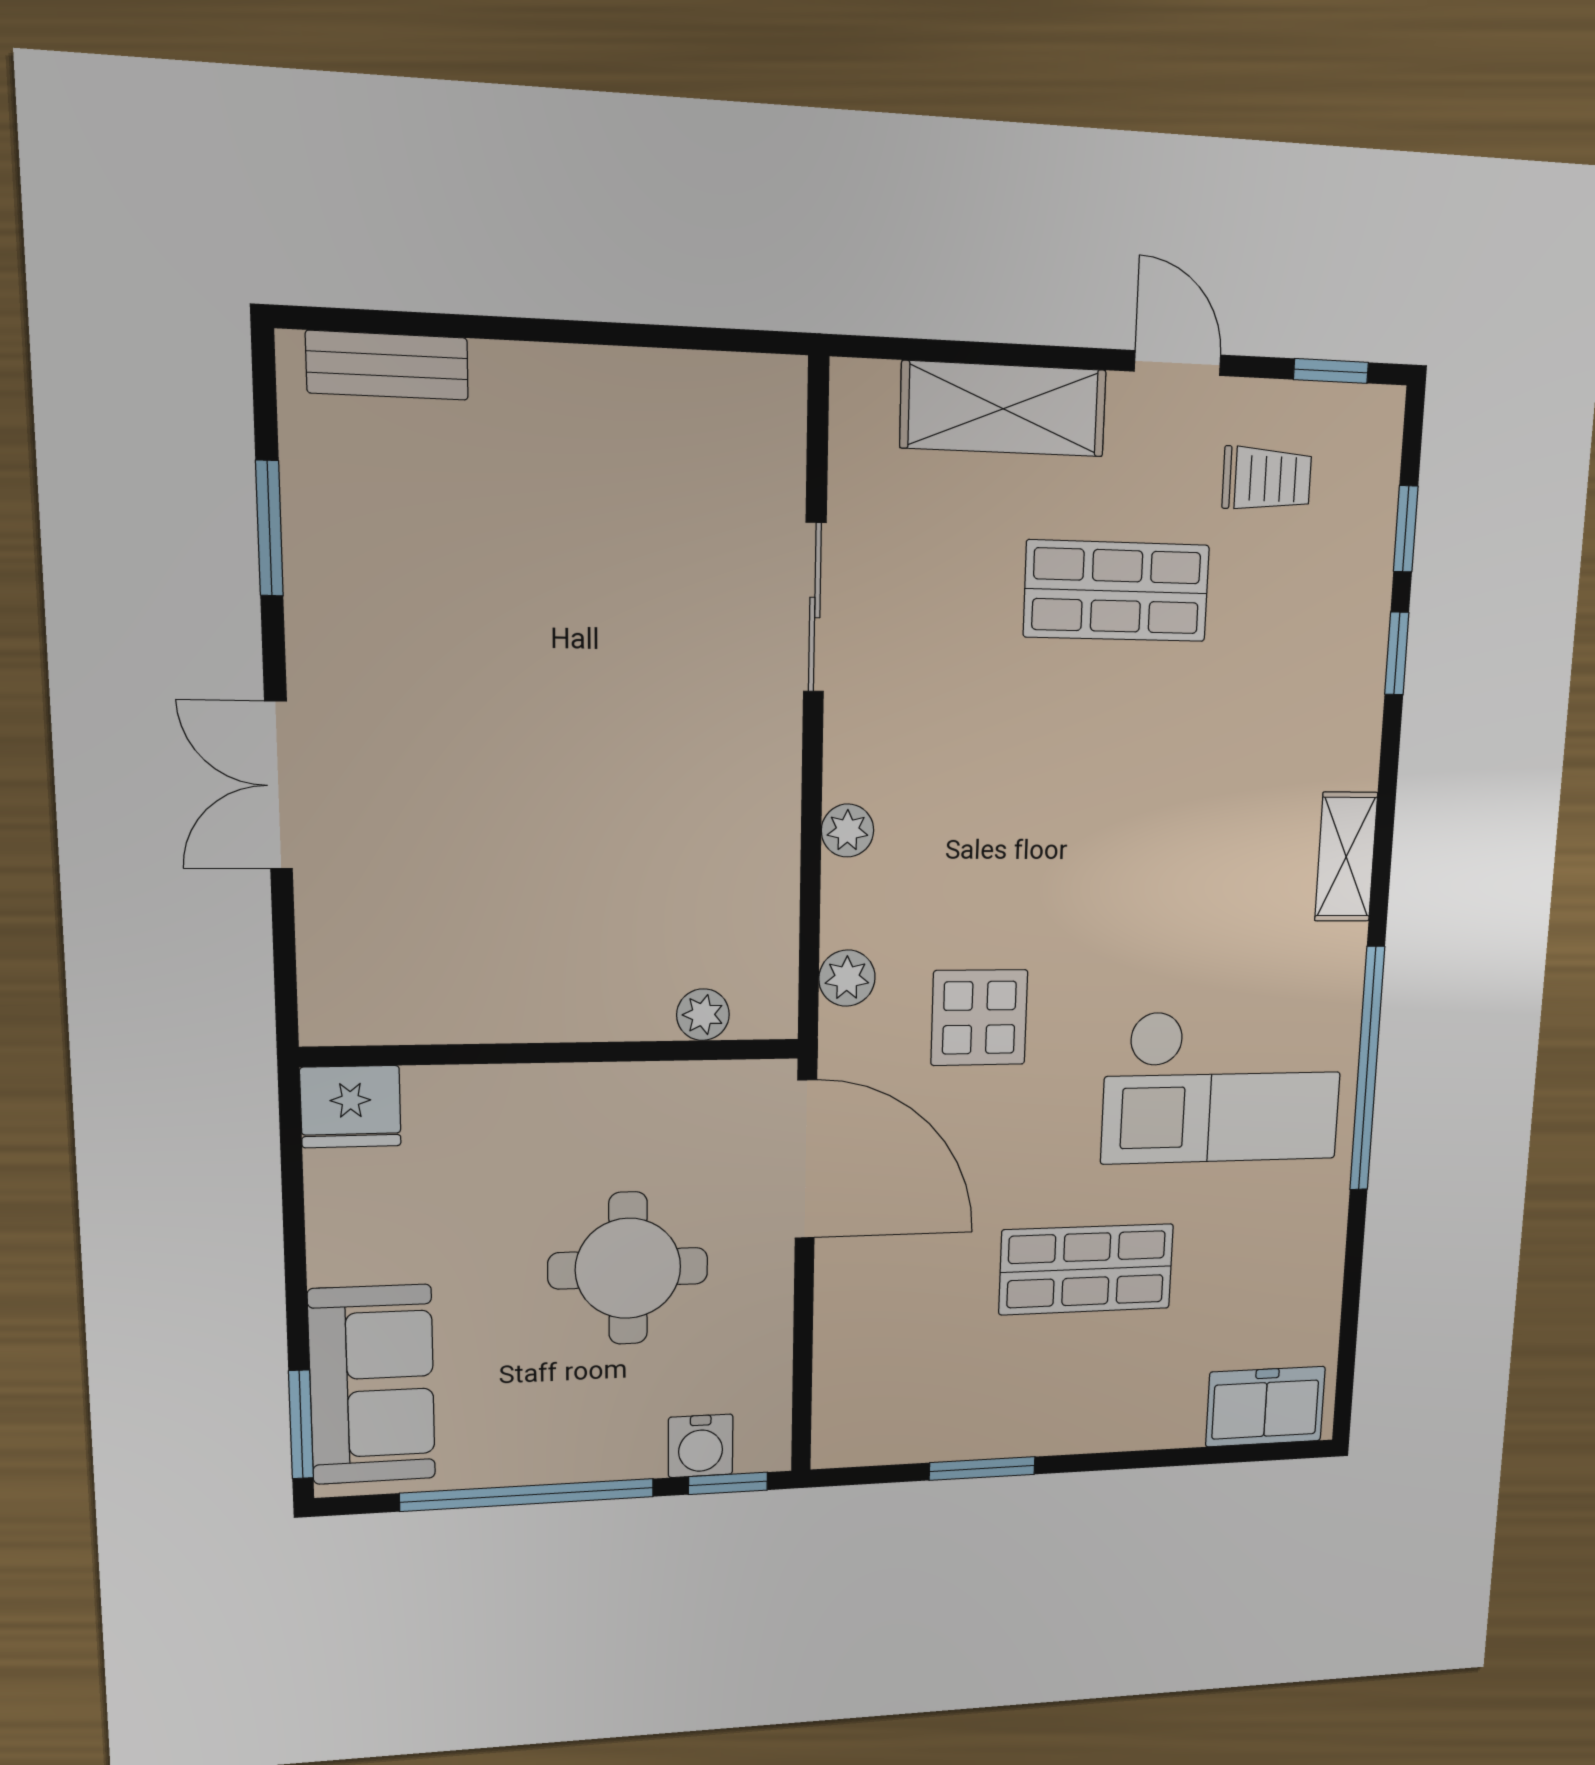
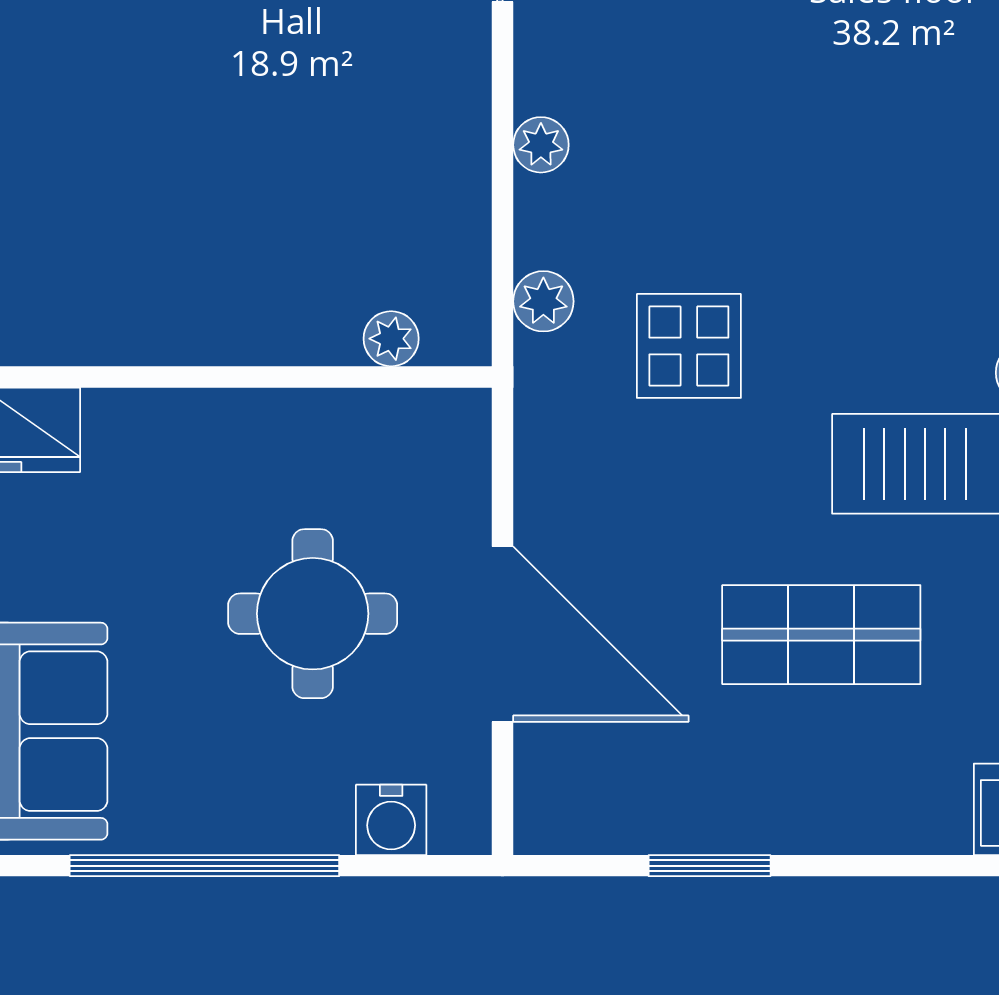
door: (806, 1159) -> (503, 634), moved
window: (728, 1483) -> (422, 866), removed

